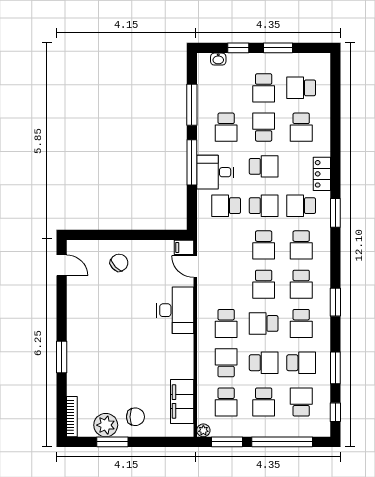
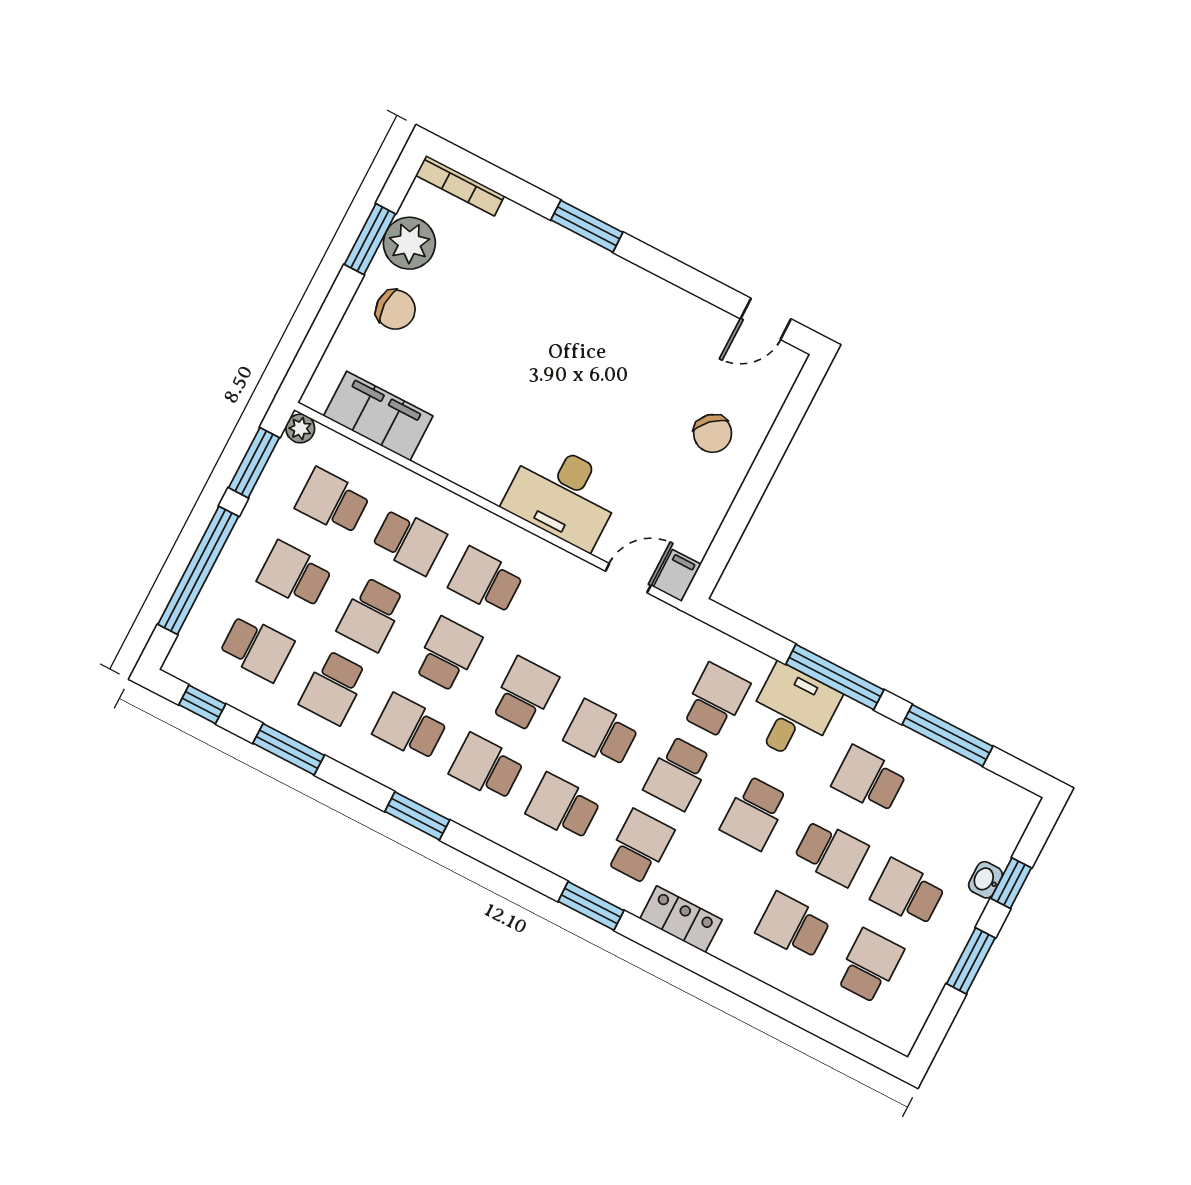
washbasin: (218, 59) -> (985, 880), moved
school desk: (264, 284) -> (525, 694), turned 90
chair: (135, 417) -> (396, 310), turned -90

